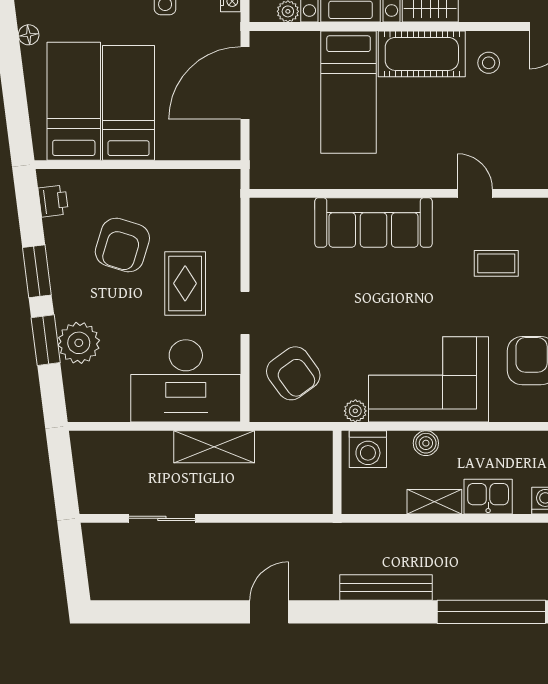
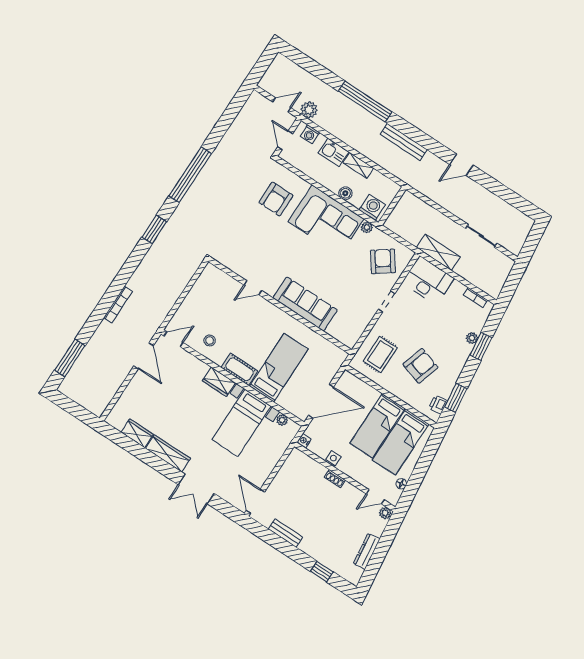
cot: (422, 54) -> (240, 369), width x0.73, depth x0.75
door: (475, 193) -> (253, 288), hinge flipped
coffee table: (496, 263) -> (264, 251), removed
window: (37, 271) -> (456, 398), moved
rug: (185, 283) -> (380, 354), moved
plant: (79, 343) -> (472, 338), width x0.53, depth x0.53
desk: (186, 381) -> (428, 280), width x0.73, depth x0.77
bookcase: (106, 413) -> (476, 298), added

